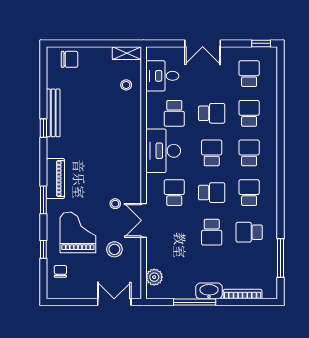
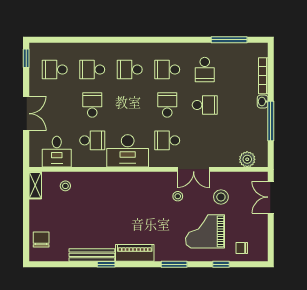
school desk: (212, 153) -> (130, 105), removed
piano: (55, 179) -> (135, 253), moved
washbasin: (209, 291) -> (263, 102), width x0.52, depth x0.69

